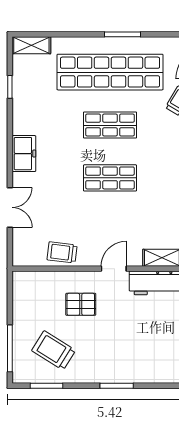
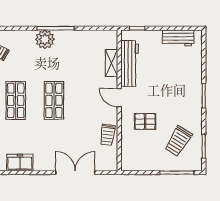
freezer: (24, 154) -> (20, 162), moved
double door: (10, 207) -> (75, 173), width x1.37
pallet: (81, 304) -> (145, 121), turned 90

